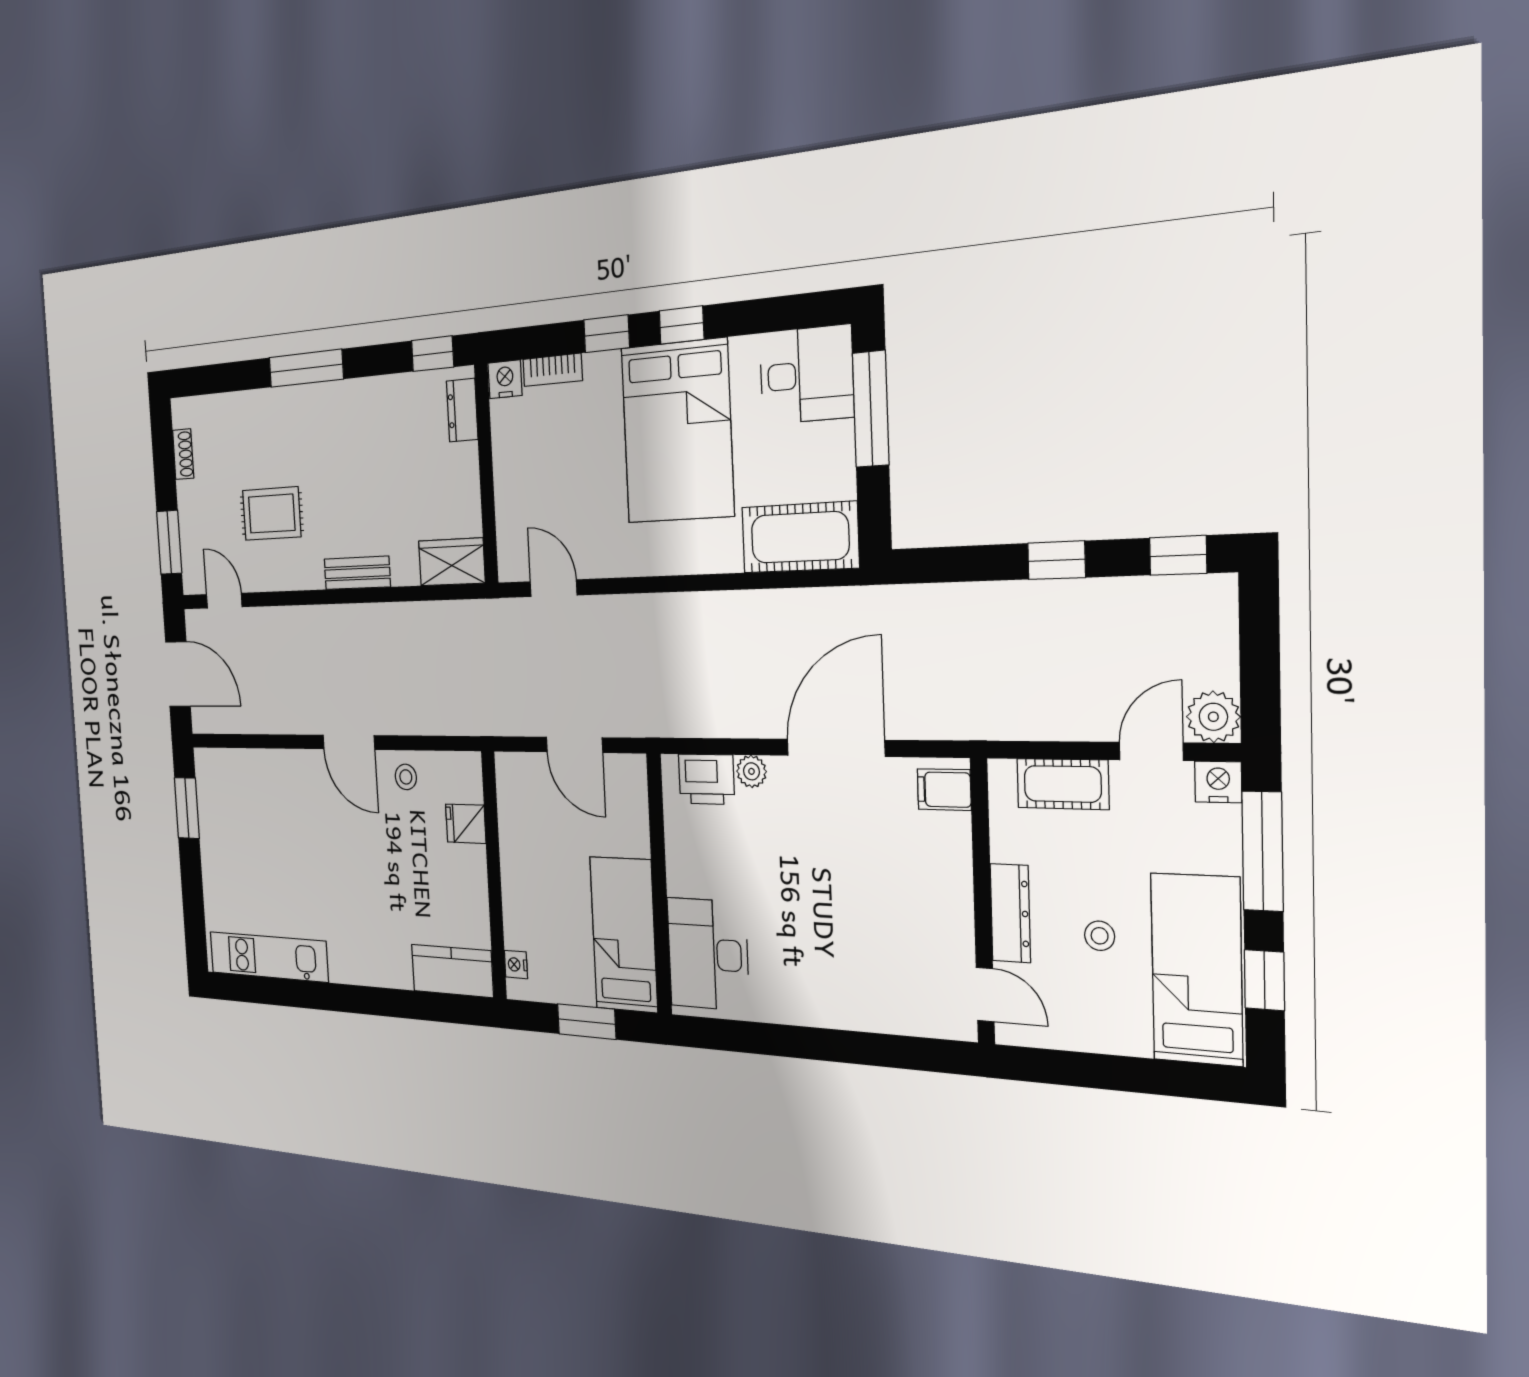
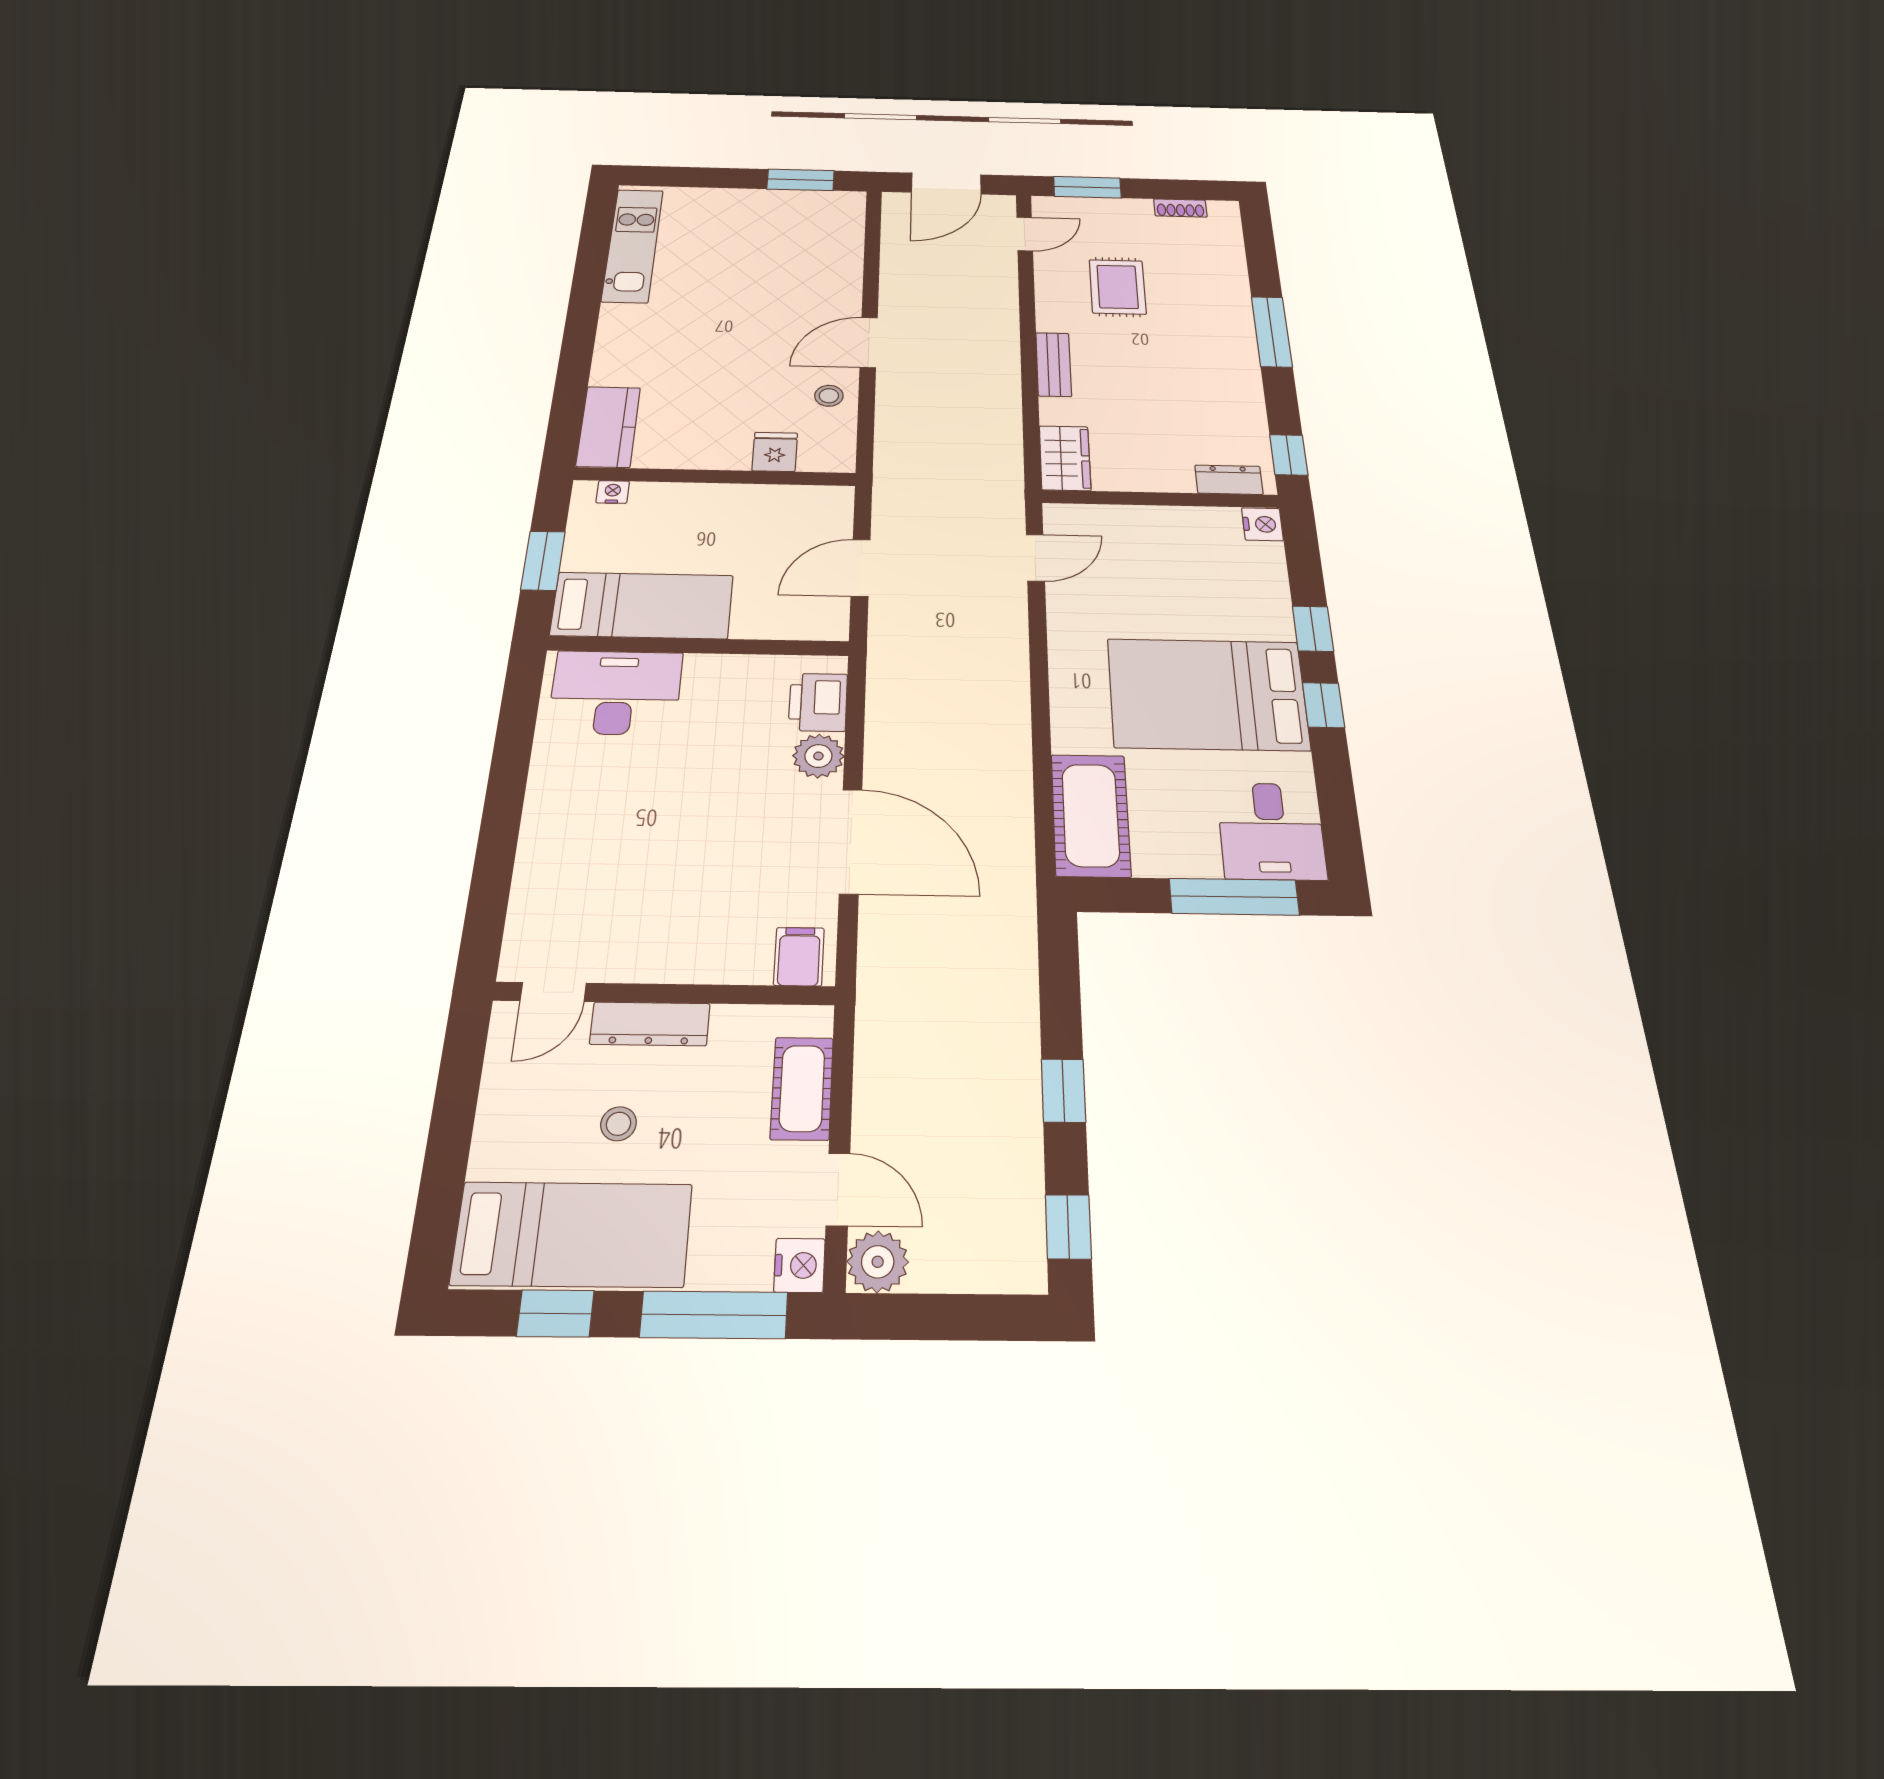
bookcase: (553, 370) -> (1273, 572), removed
plant: (751, 771) -> (818, 756), width x1.38, depth x1.38

